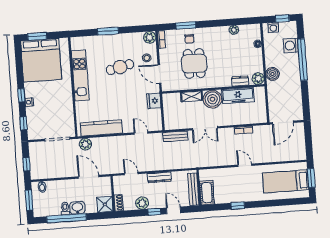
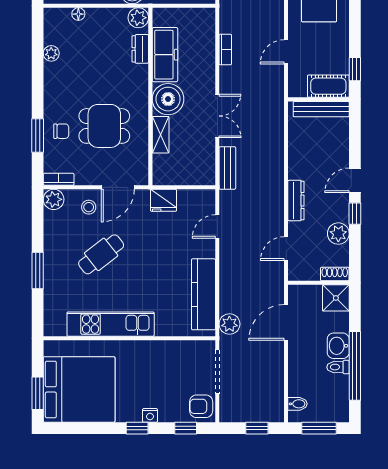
cafe table: (120, 67) -> (101, 254), turned 65
armchair: (37, 131) -> (201, 406), added
wall: (199, 187) -> (319, 99), moved
bench: (193, 189) -> (321, 109), moved
cot: (207, 193) -> (328, 86), moved

